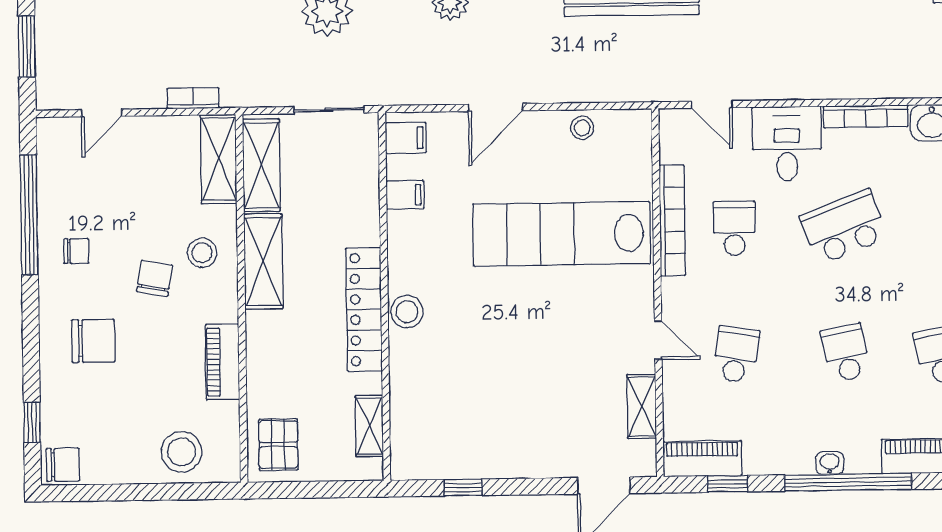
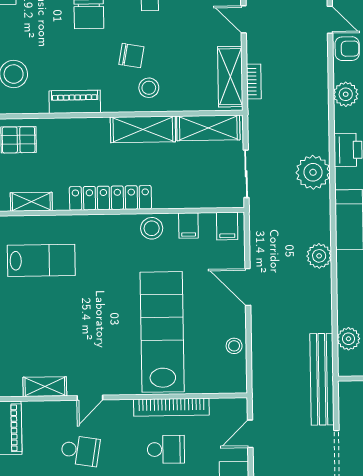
shelving: (219, 159) -> (230, 77), moved, turned 90
stool: (407, 312) -> (152, 228), moved
lab bench: (456, 411) -> (41, 260), added

